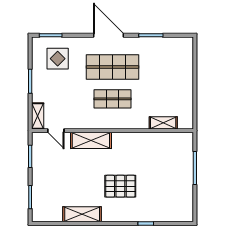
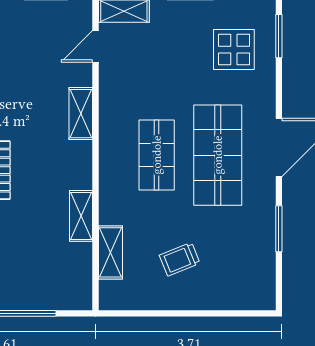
trolley: (167, 87) -> (180, 259), added
shelving: (144, 138) -> (81, 216), added
shelving: (91, 140) -> (81, 114), width x0.67, depth x0.75

